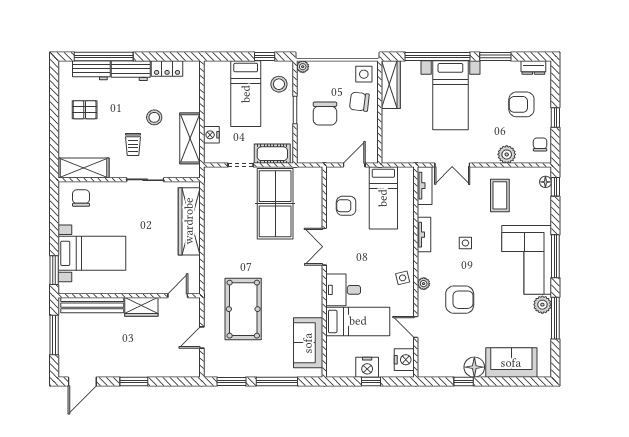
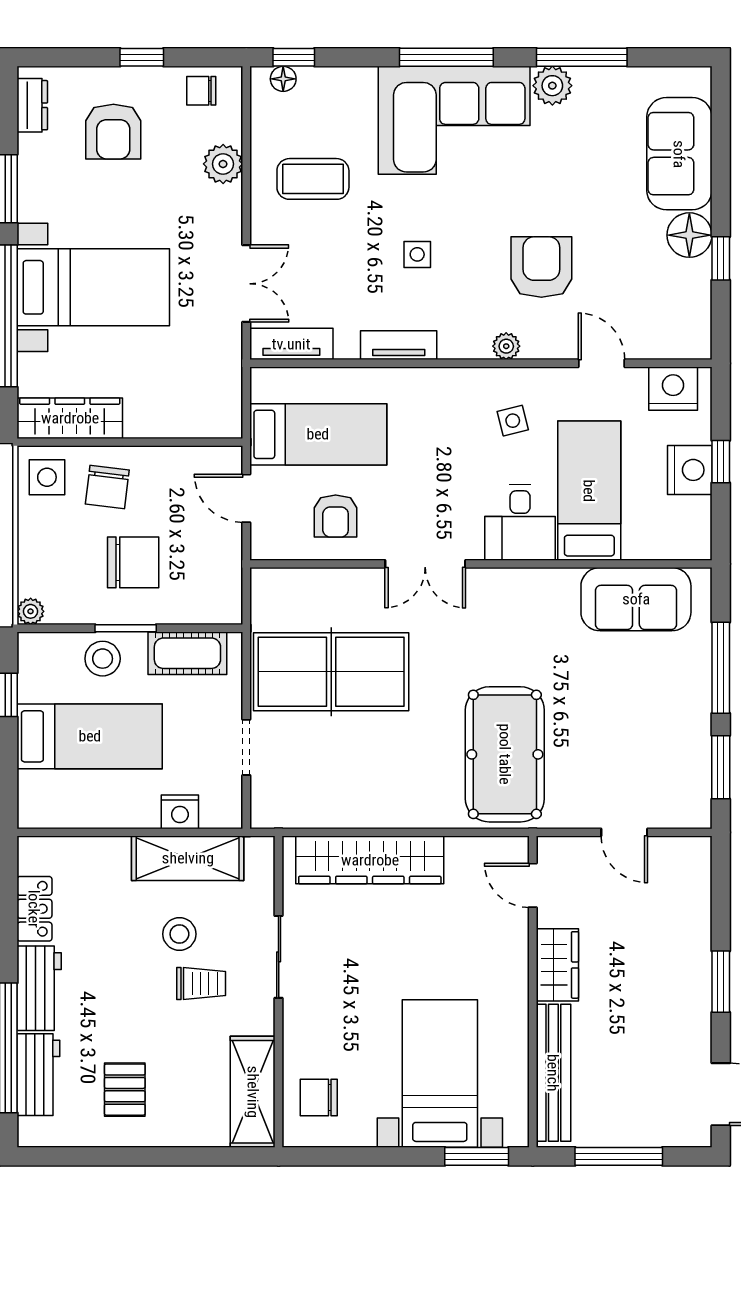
stool: (279, 84) -> (103, 659), moved
stool: (154, 117) -> (179, 934), moved
cot: (272, 154) -> (187, 653), moved, turned 90
side table: (403, 278) -> (513, 421), moved
pool table: (243, 309) -> (505, 754), moved, turned 90
door: (416, 327) -> (602, 363), swing flipped

